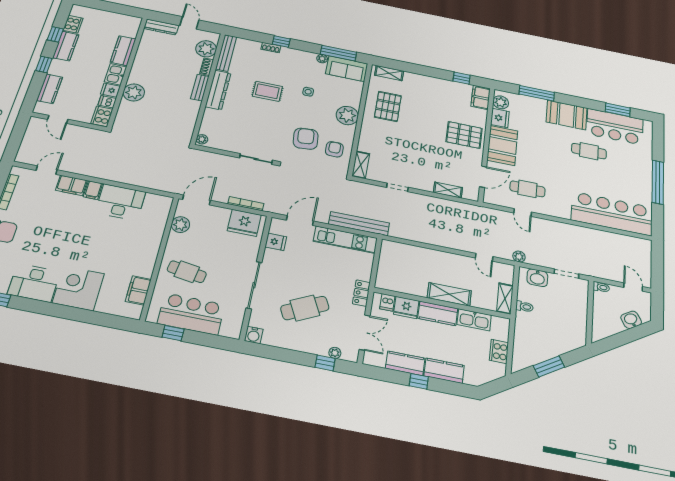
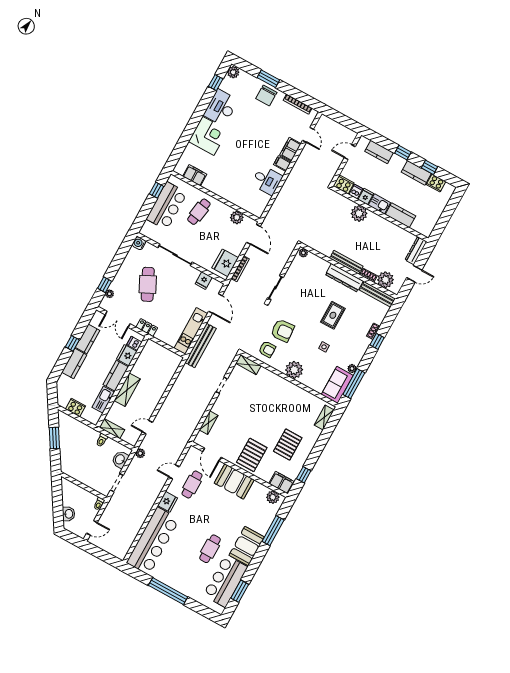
bench: (200, 88) -> (346, 262), width x1.36
pallet: (388, 106) -> (288, 445), moved, turned 90
fridge: (500, 118) -> (168, 502), moved, turned -90
desk: (120, 202) -> (267, 180), width x0.73

